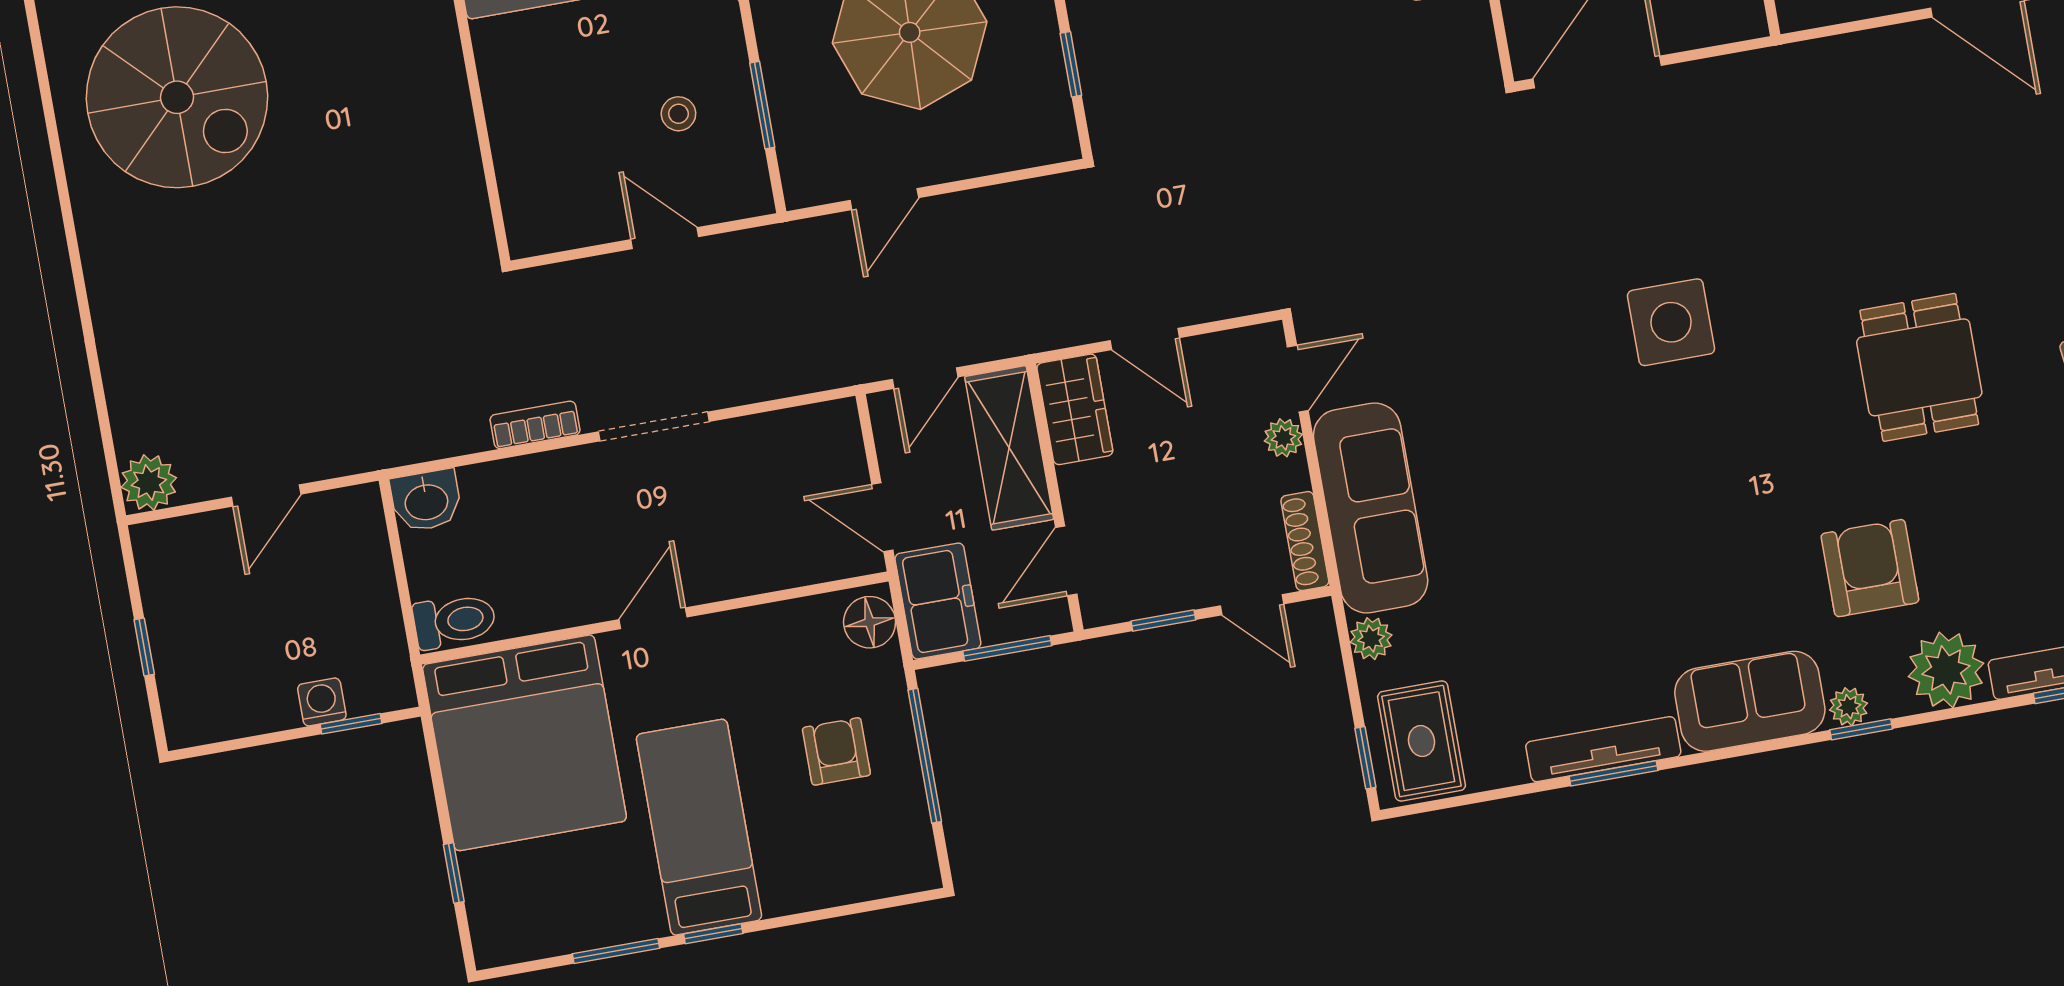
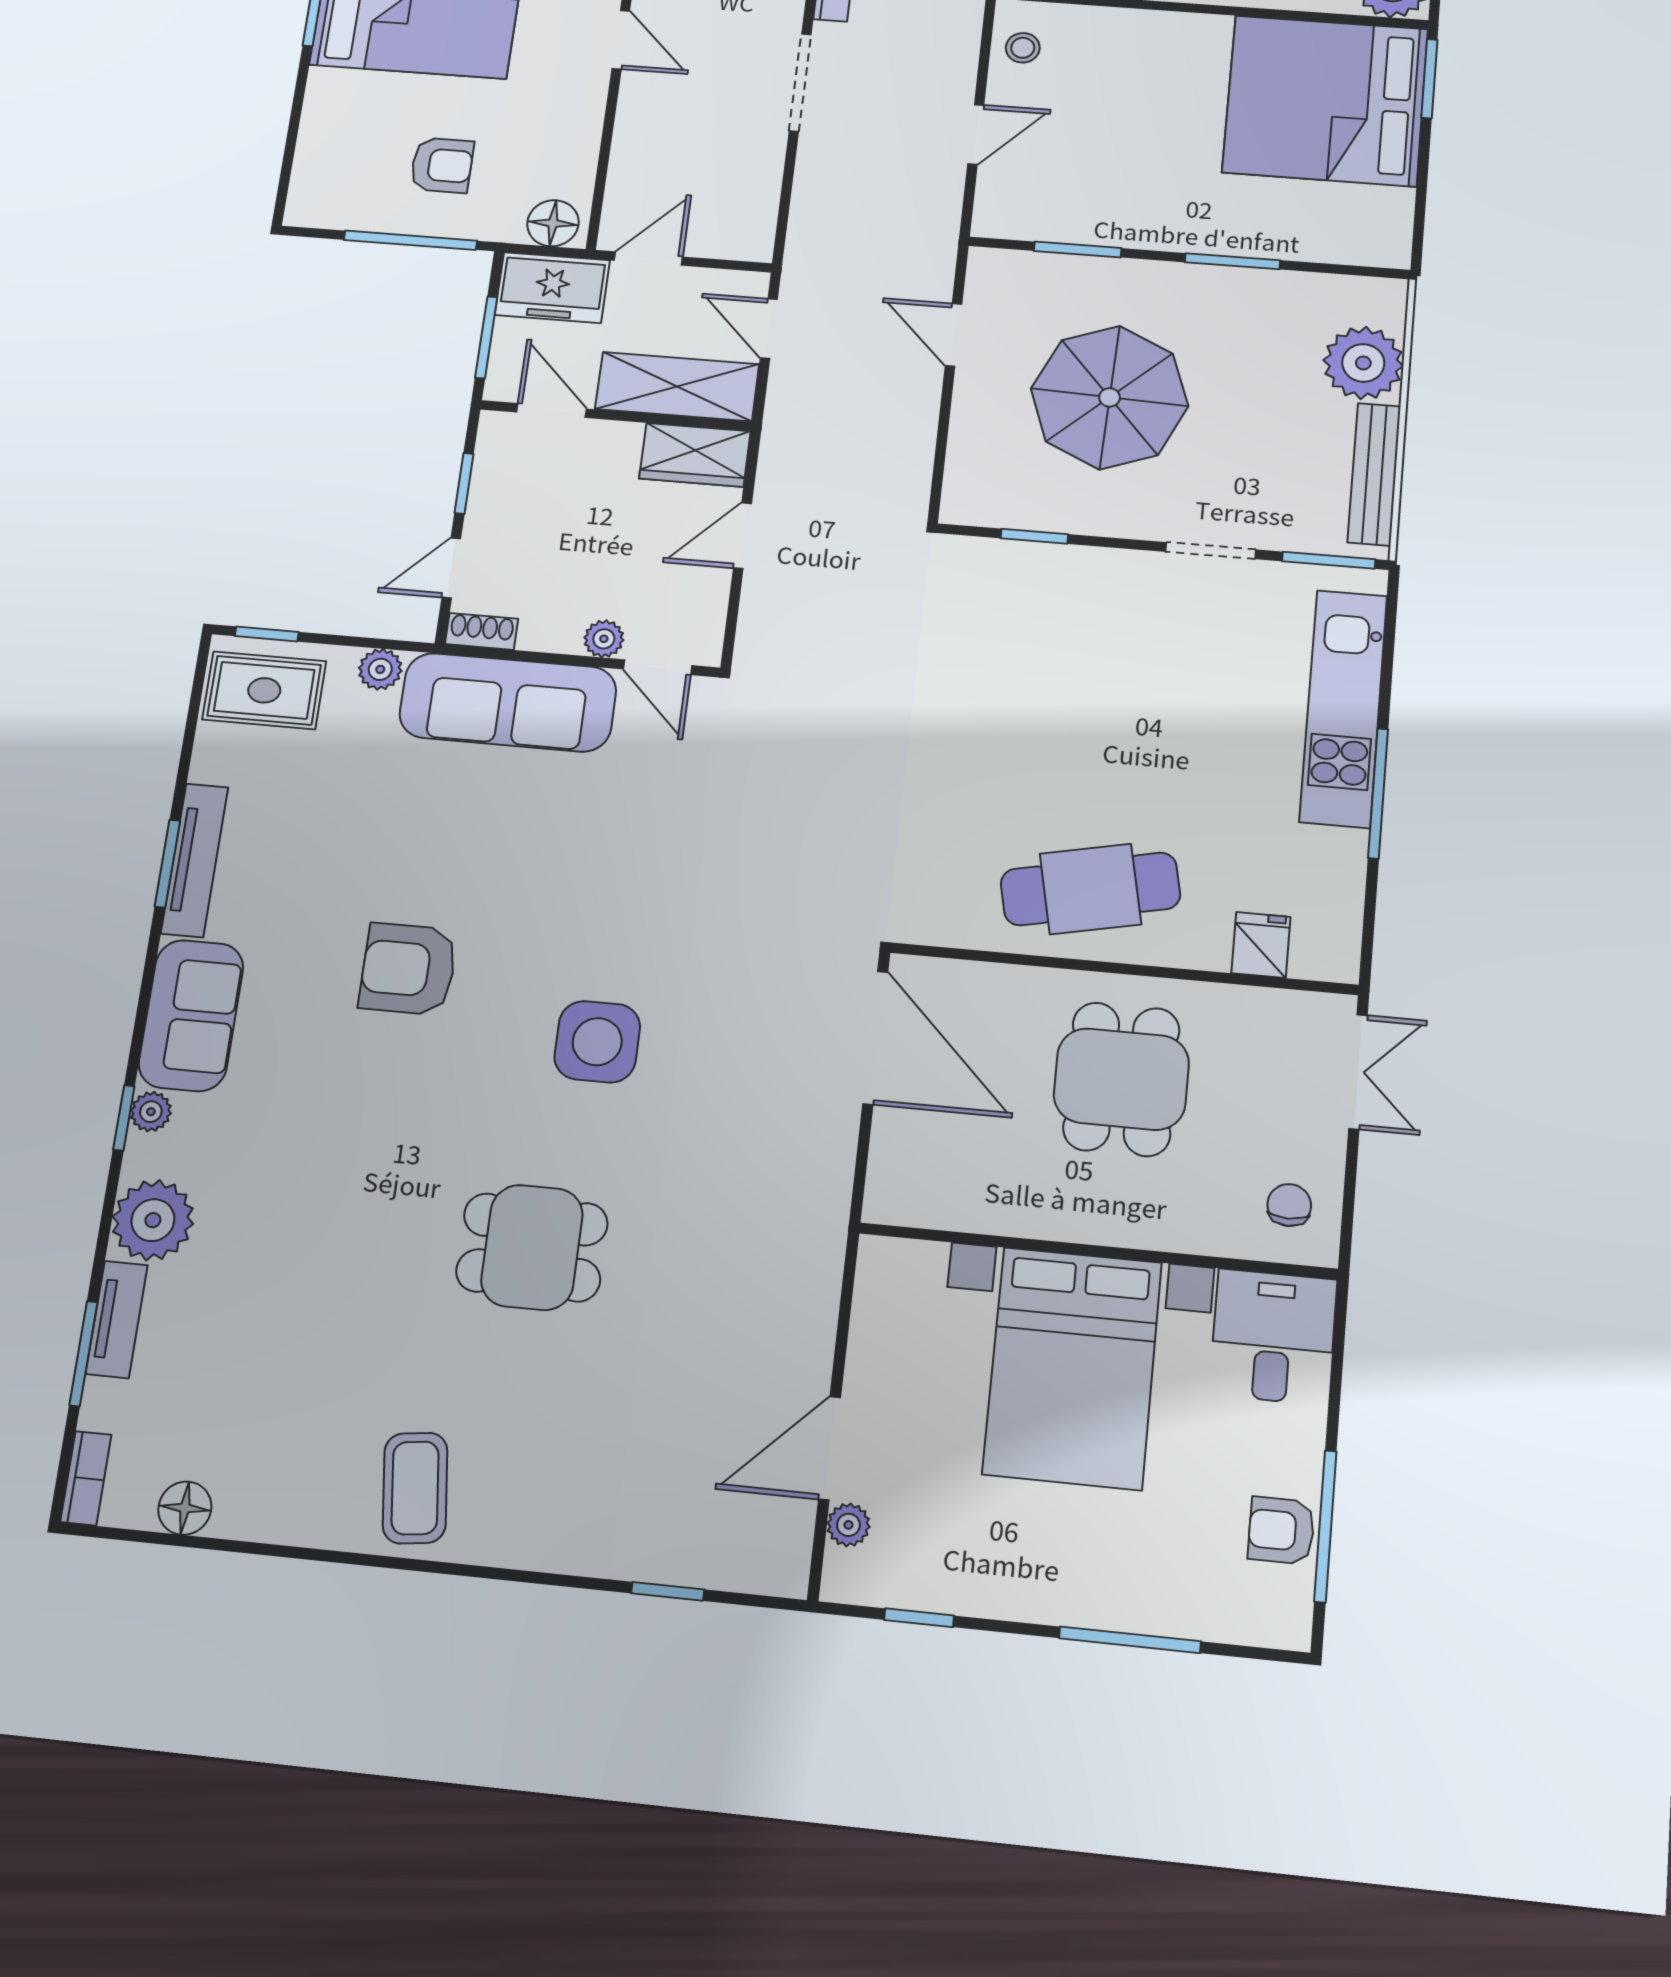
stool: (678, 114) -> (1023, 48), moved
dining table: (1919, 367) -> (532, 1247), moved
shoe rack: (1305, 541) -> (482, 631), width x0.70
armchair: (1870, 568) -> (408, 969), moved, turned 180

